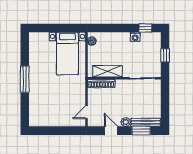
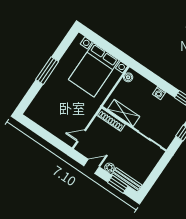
washing machine: (135, 37) -> (159, 93), moved
bed with nightstands: (67, 53) -> (94, 70), width x1.36
door: (111, 131) -> (92, 166), hinge flipped

